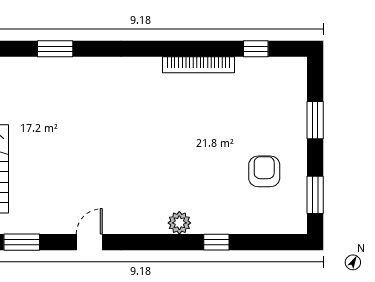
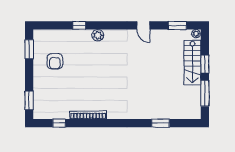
window: (315, 120) -> (29, 100), moved
door: (89, 242) -> (143, 25), hinge flipped

